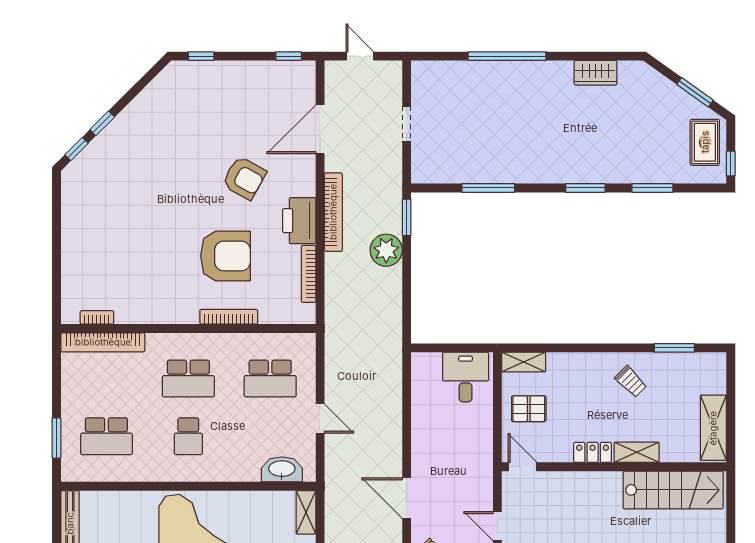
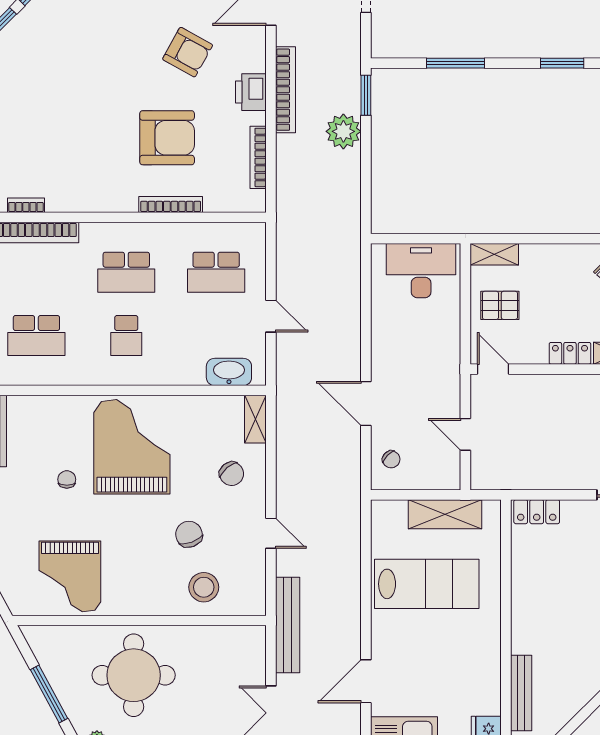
printer: (299, 221) -> (251, 92), width x0.73, depth x0.84
desk: (466, 377) -> (421, 271), width x1.37

